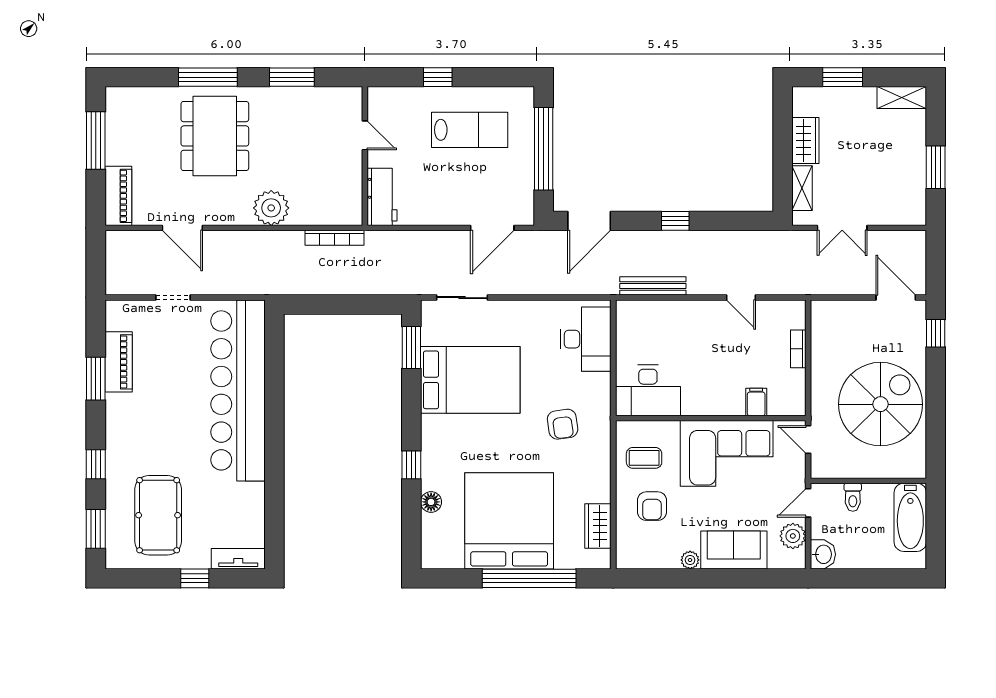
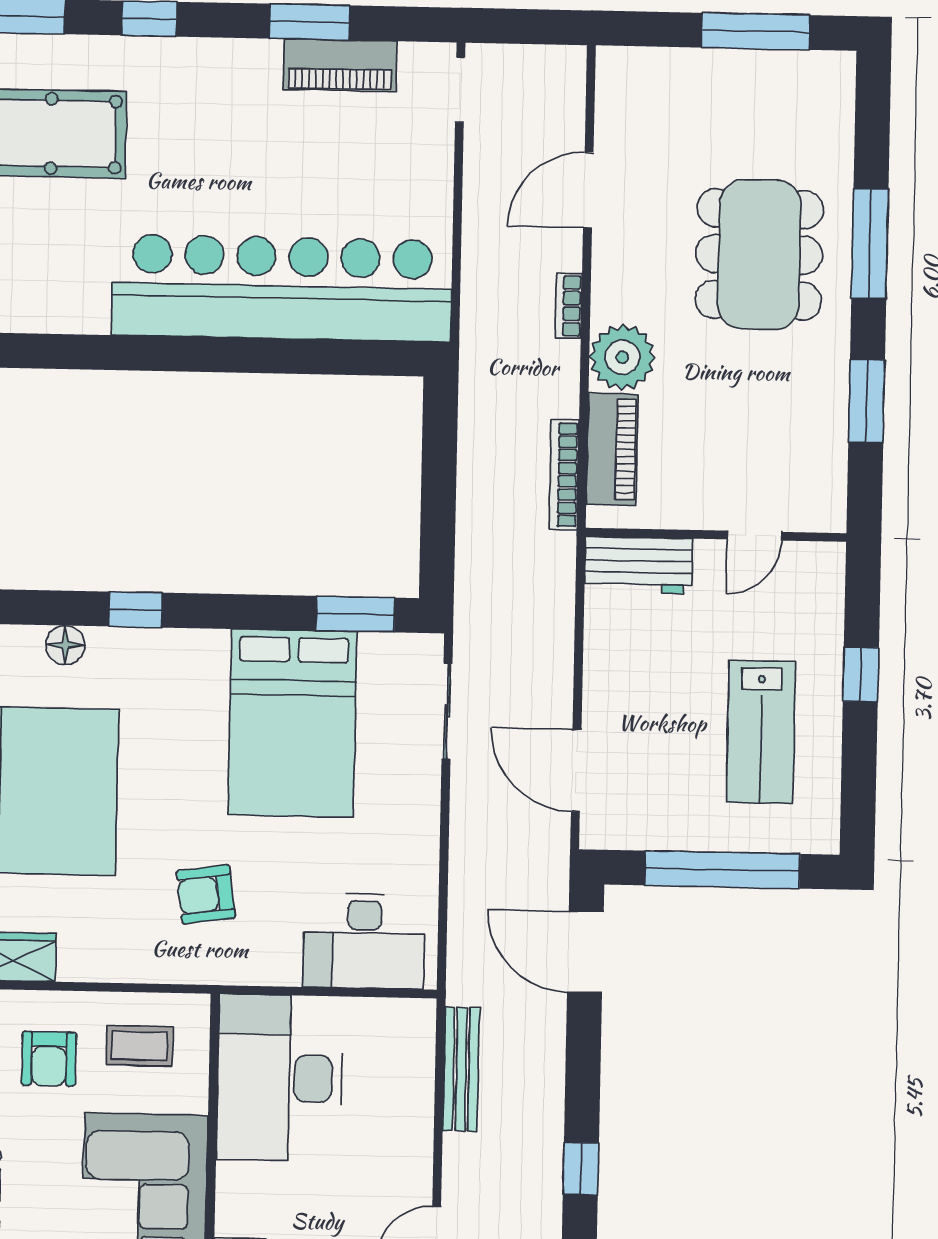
dining table: (215, 136) -> (759, 254), turned 90
piano: (118, 196) -> (612, 449), moved, turned -90
window: (675, 221) -> (581, 1169), moved
bookcase: (244, 237) -> (569, 306), added
doorway: (173, 298) -> (460, 90), moved
desk: (648, 390) -> (280, 1078), width x1.36, depth x1.30
coffee table: (644, 458) -> (139, 1046), turned 90
armchair: (652, 506) -> (49, 1059), turned -90

